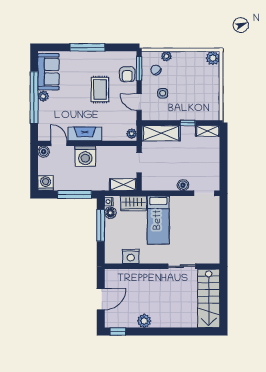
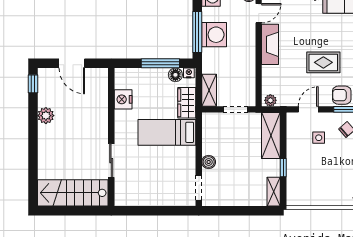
washing machine: (85, 156) -> (214, 35), moved, turned 180

